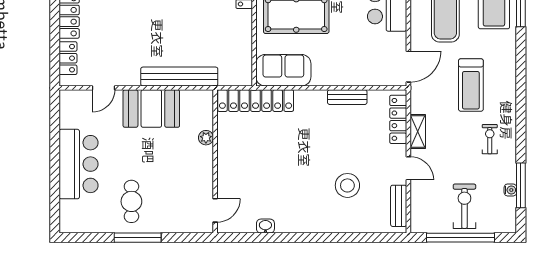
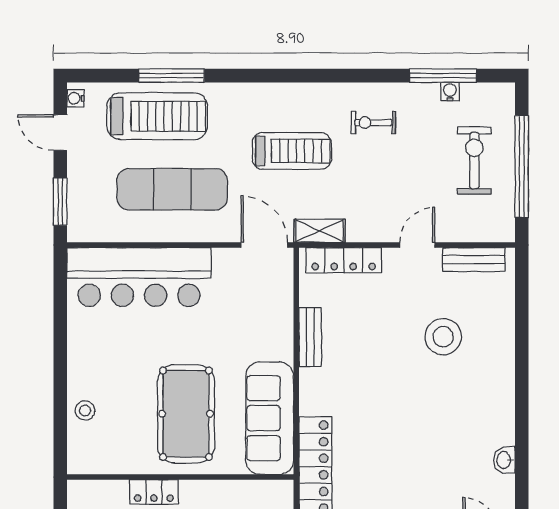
sofa: (283, 70) -> (270, 418), width x1.36
shelving: (418, 132) -> (319, 231), moved
exercise bike: (464, 206) -> (474, 161), turned 90

